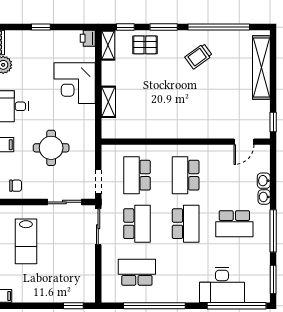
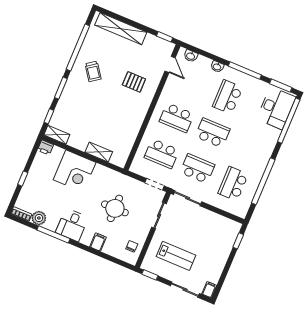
pallet: (145, 45) -> (134, 82), moved, turned 90
washbasin: (264, 181) -> (191, 56), moved
school desk: (234, 224) -> (228, 97), turned 180
desk: (222, 285) -> (276, 108), moved

